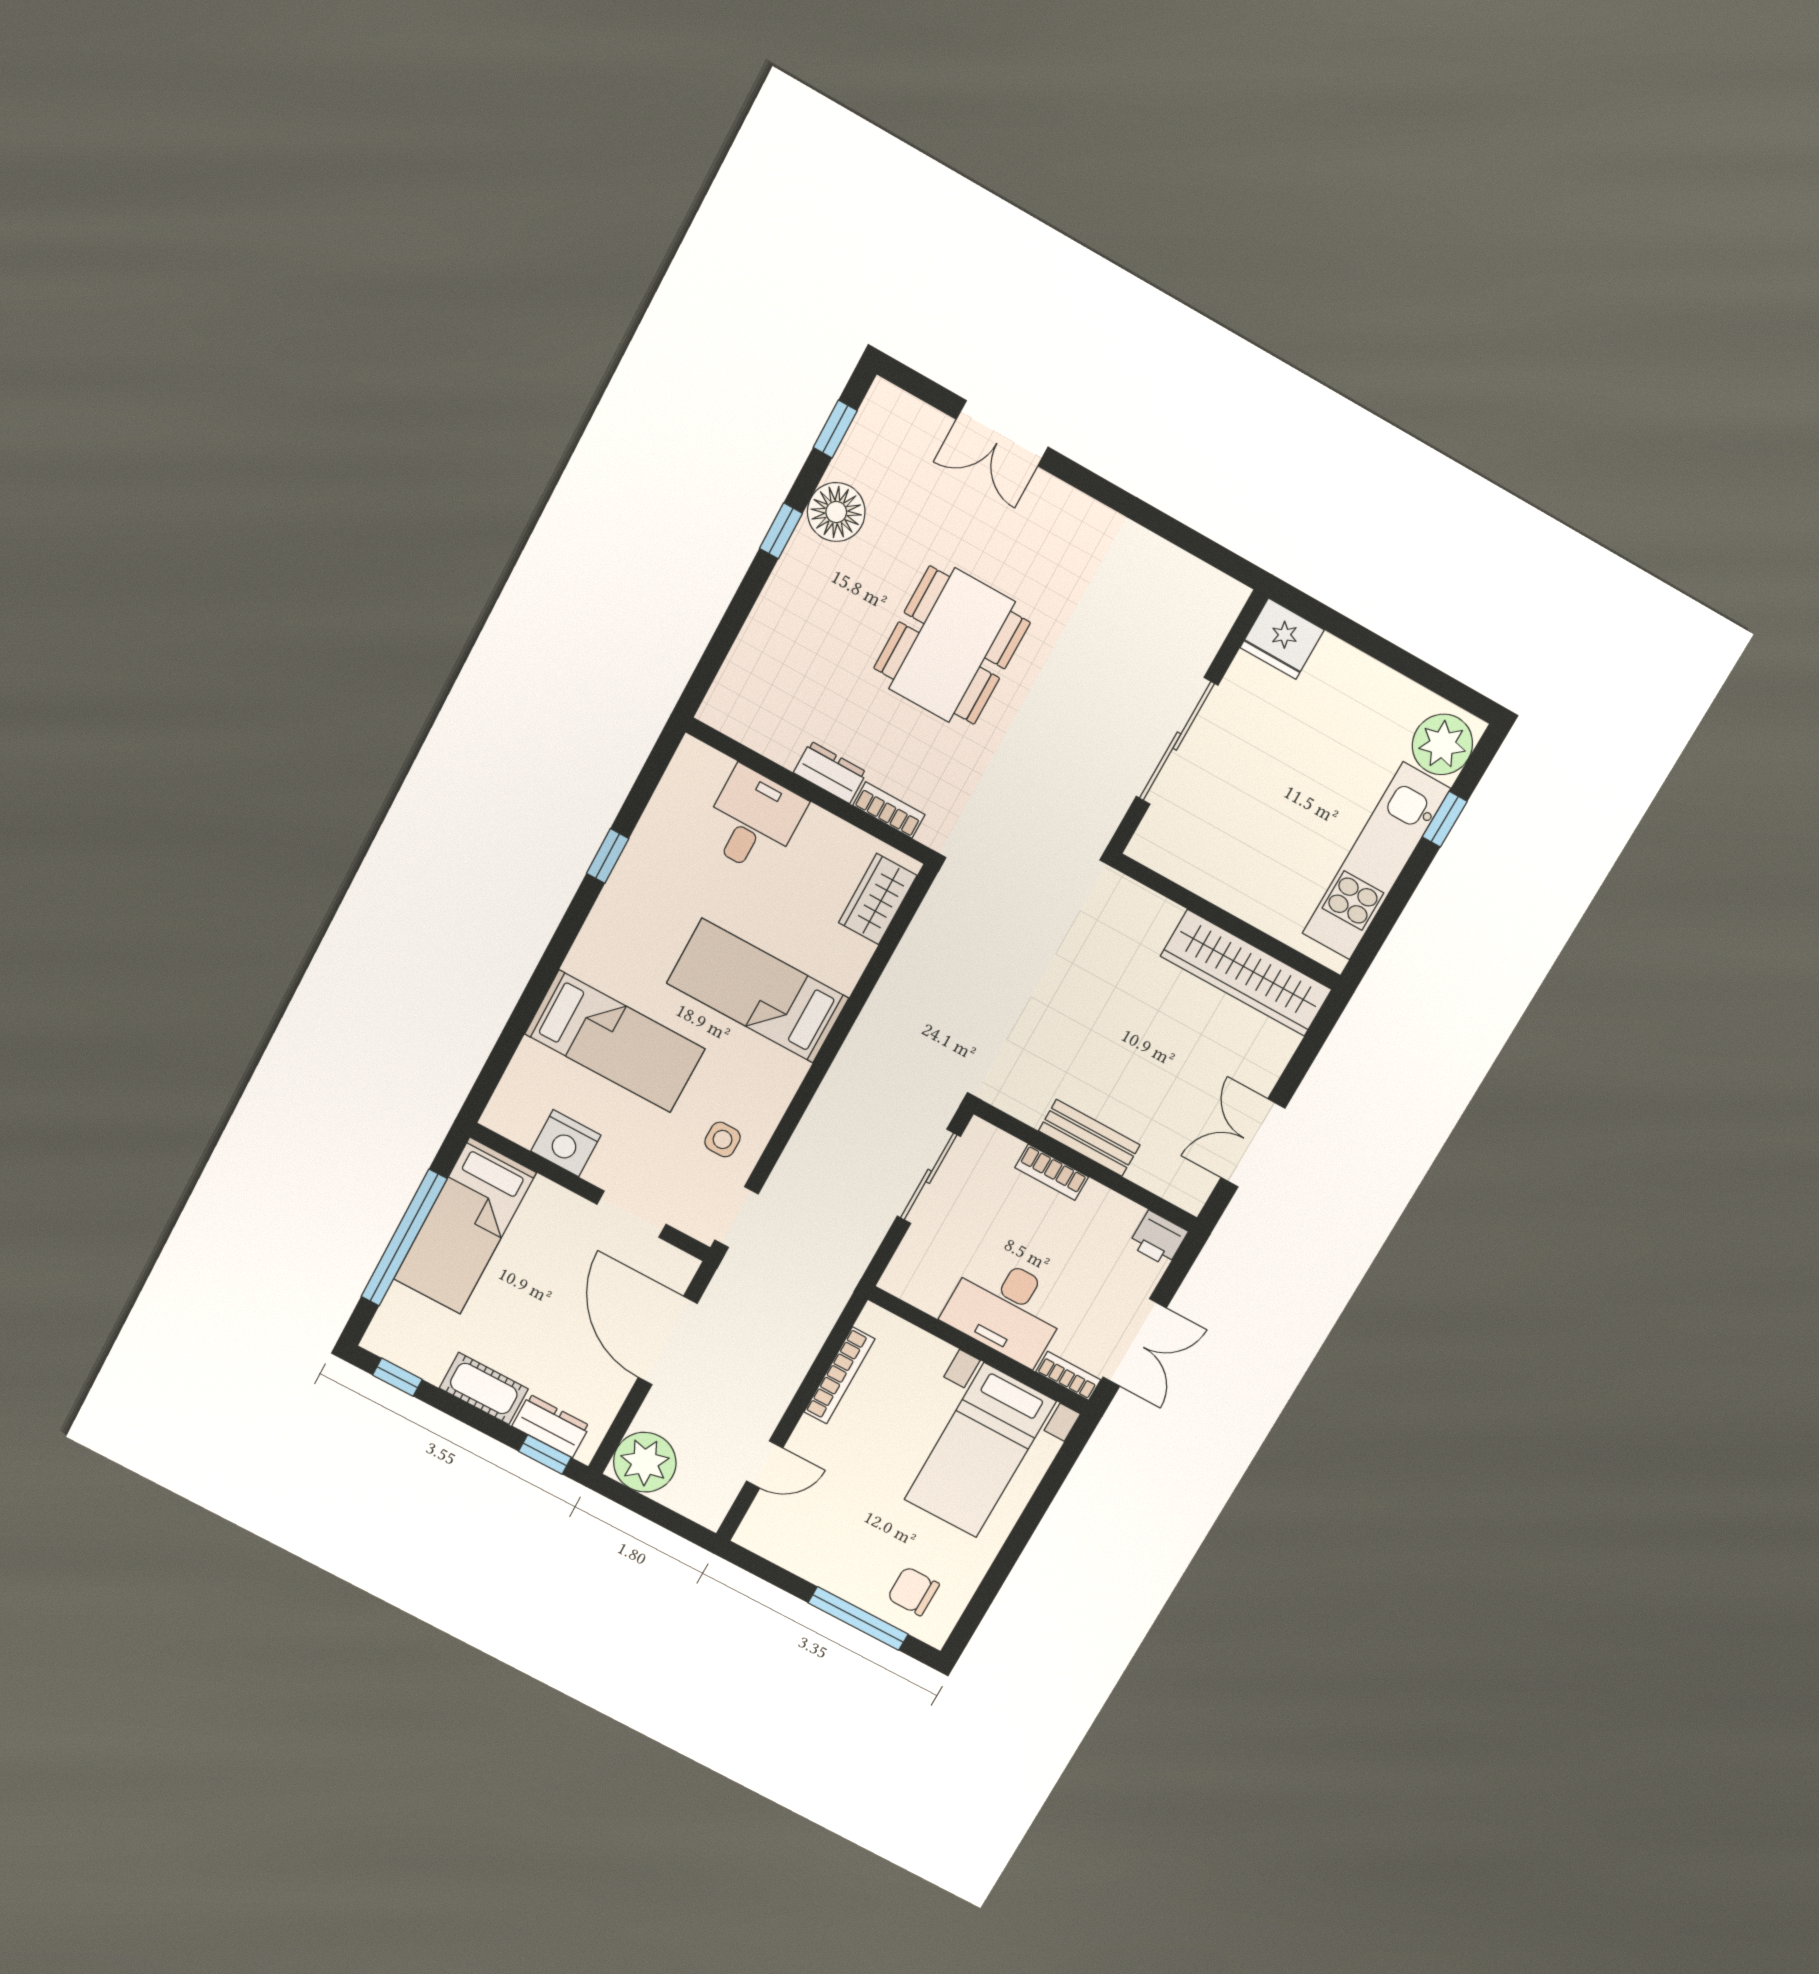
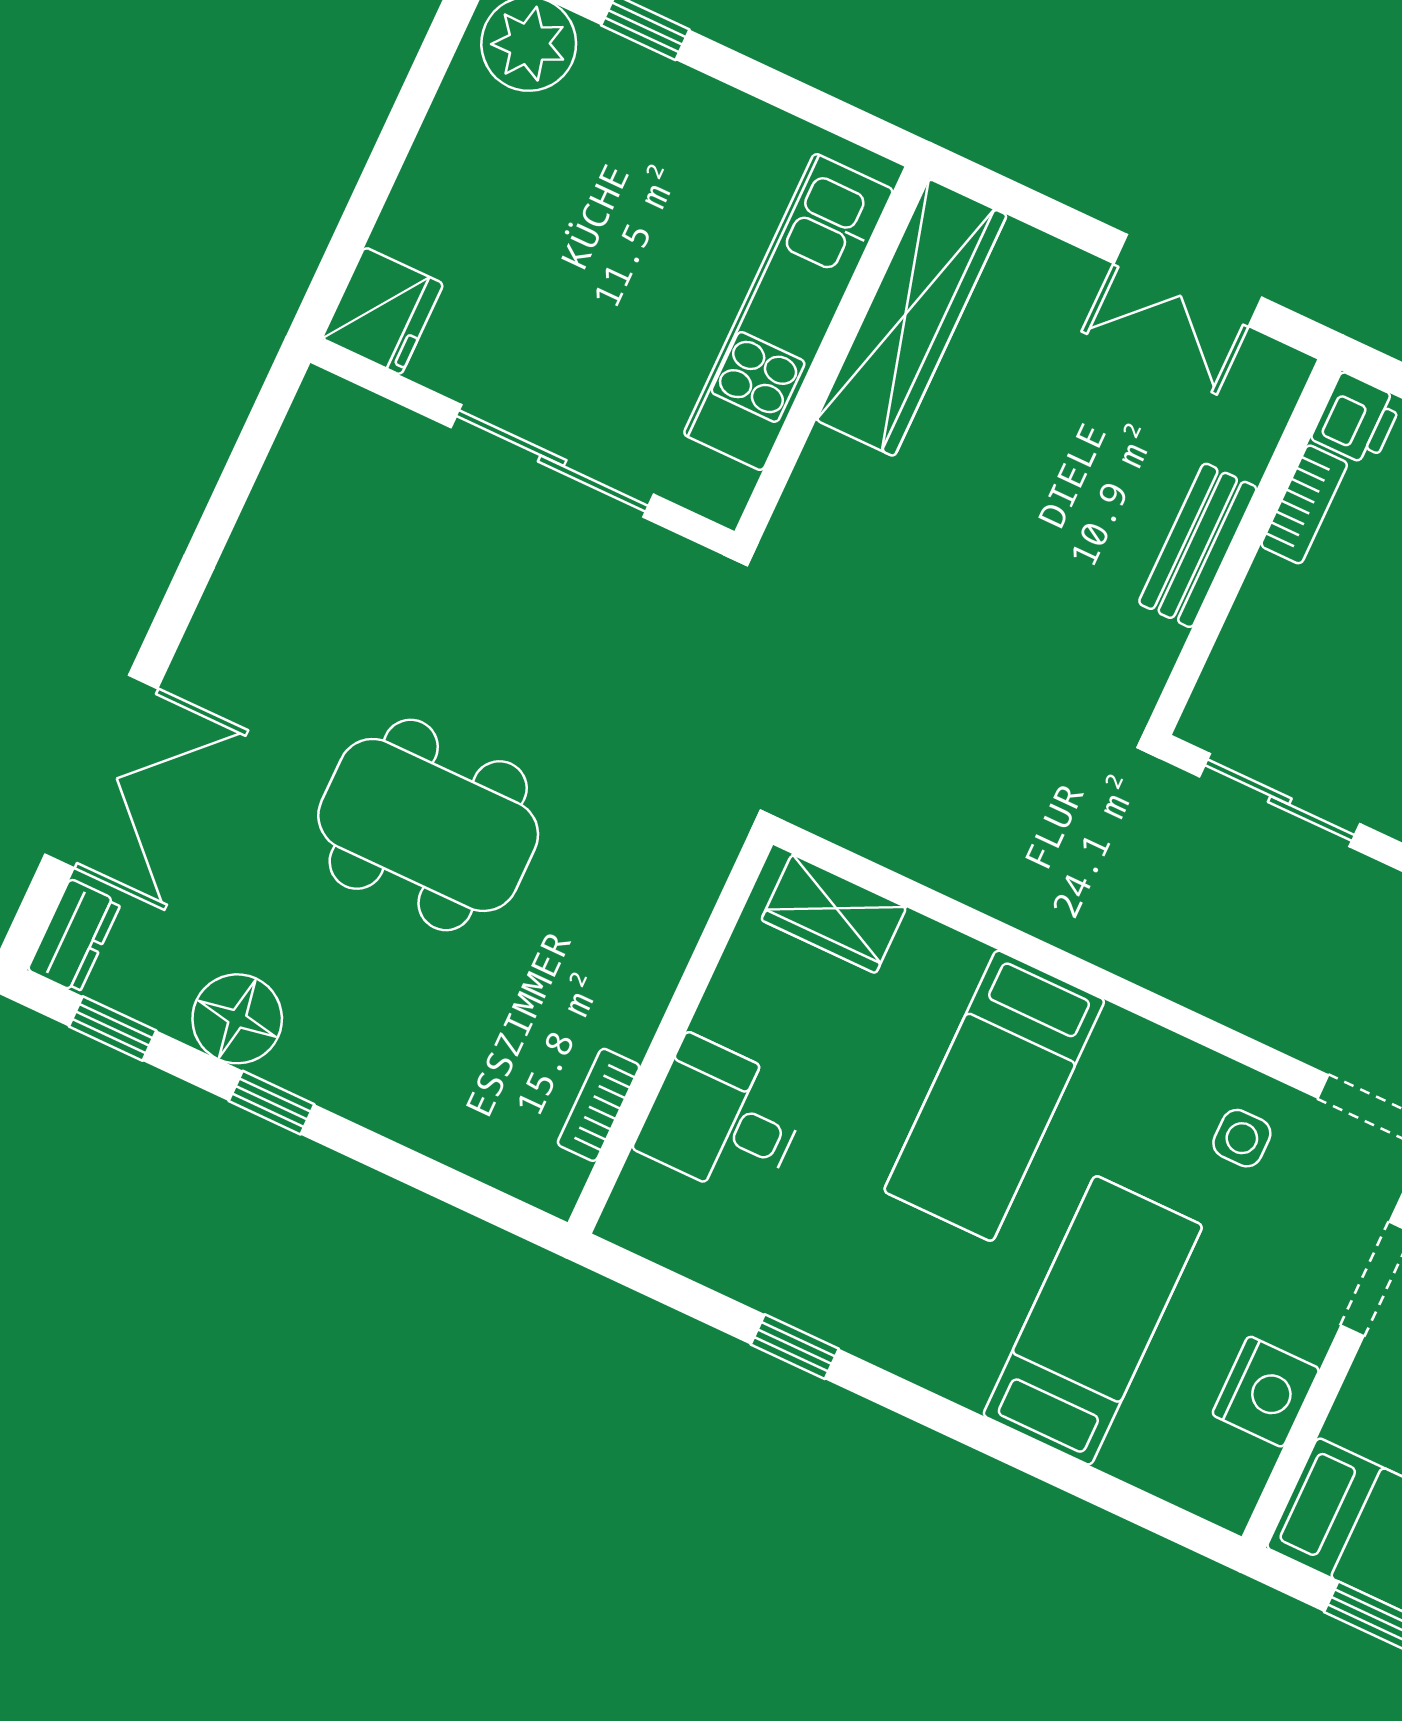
double door: (1002, 433) -> (101, 771), width x1.37
dresser: (830, 772) -> (74, 936), moved, turned 180
bookcase: (889, 810) -> (599, 1105), moved
kitchen unit: (1376, 861) -> (788, 312), moved, turned 90
bookcase: (1052, 1172) -> (1304, 504), moved

